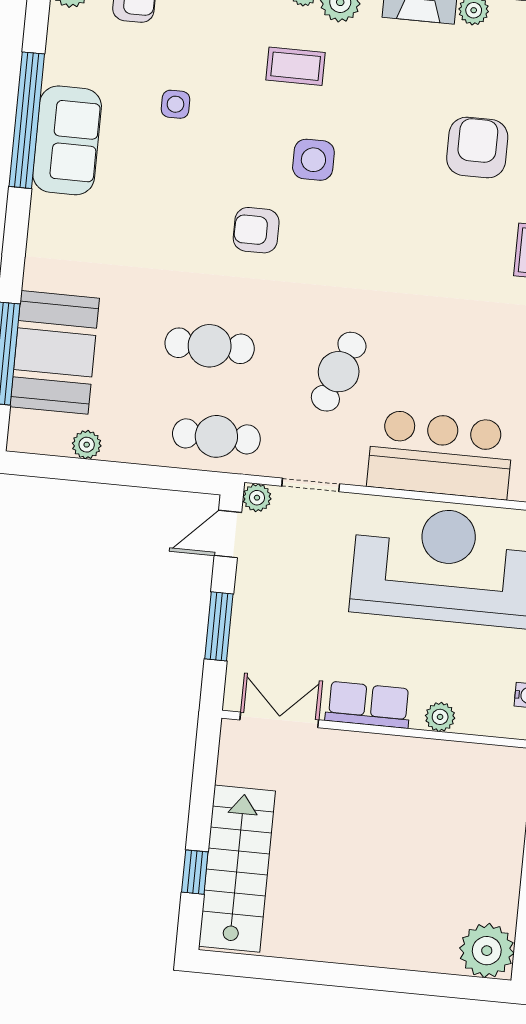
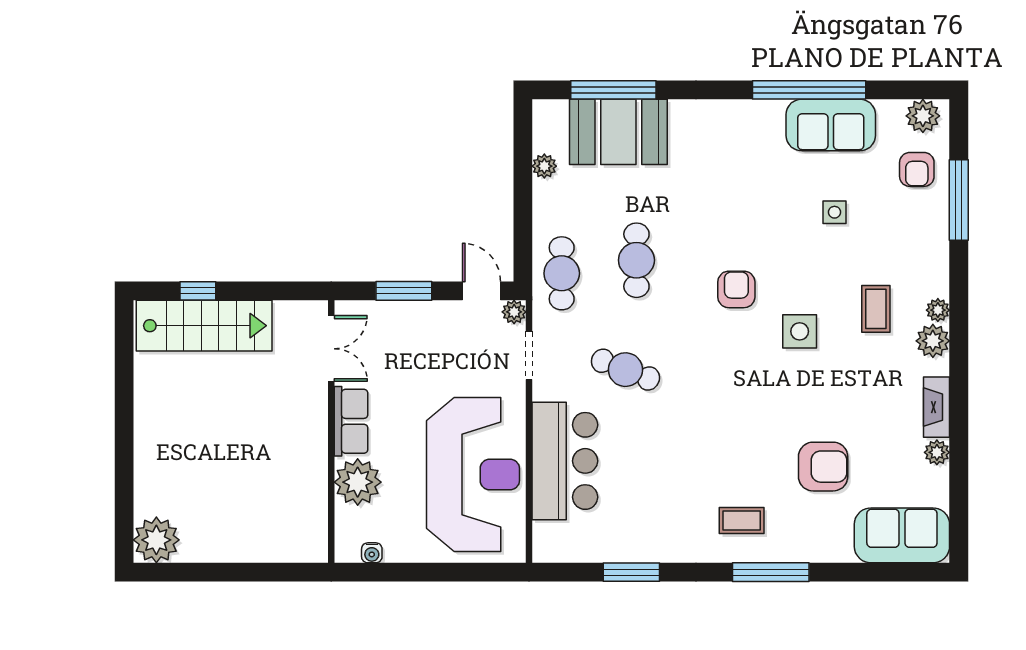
sofa: (67, 140) -> (831, 125), moved
plant: (440, 717) -> (358, 482), width x1.88, depth x1.88

